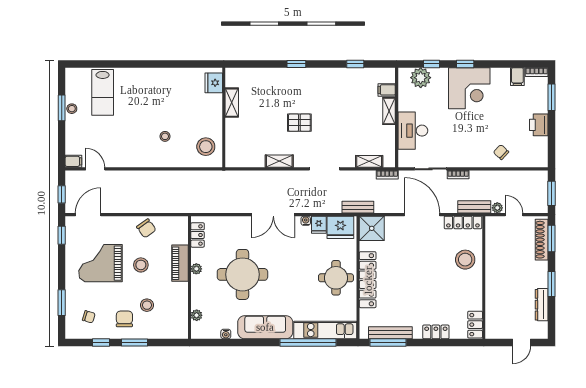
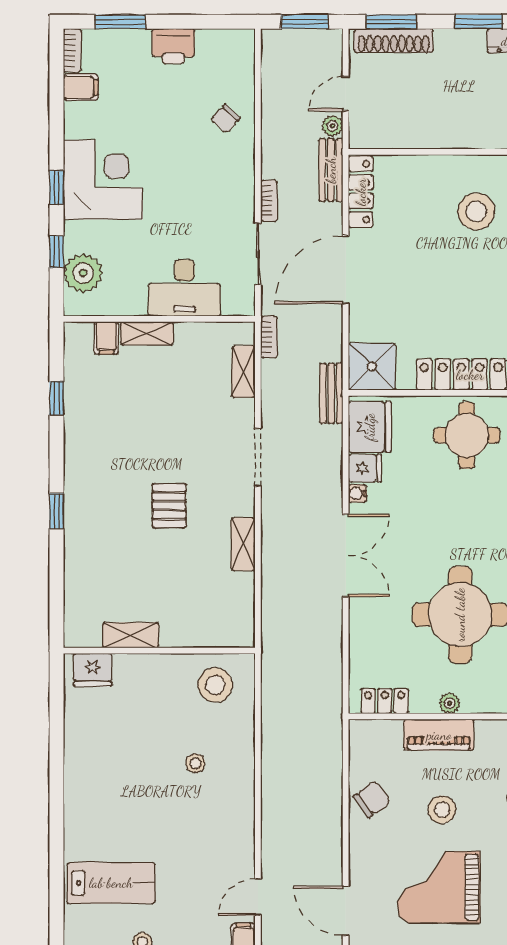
stool: (465, 260) -> (476, 211), moved
grand piano: (100, 263) -> (439, 887), turned 90

